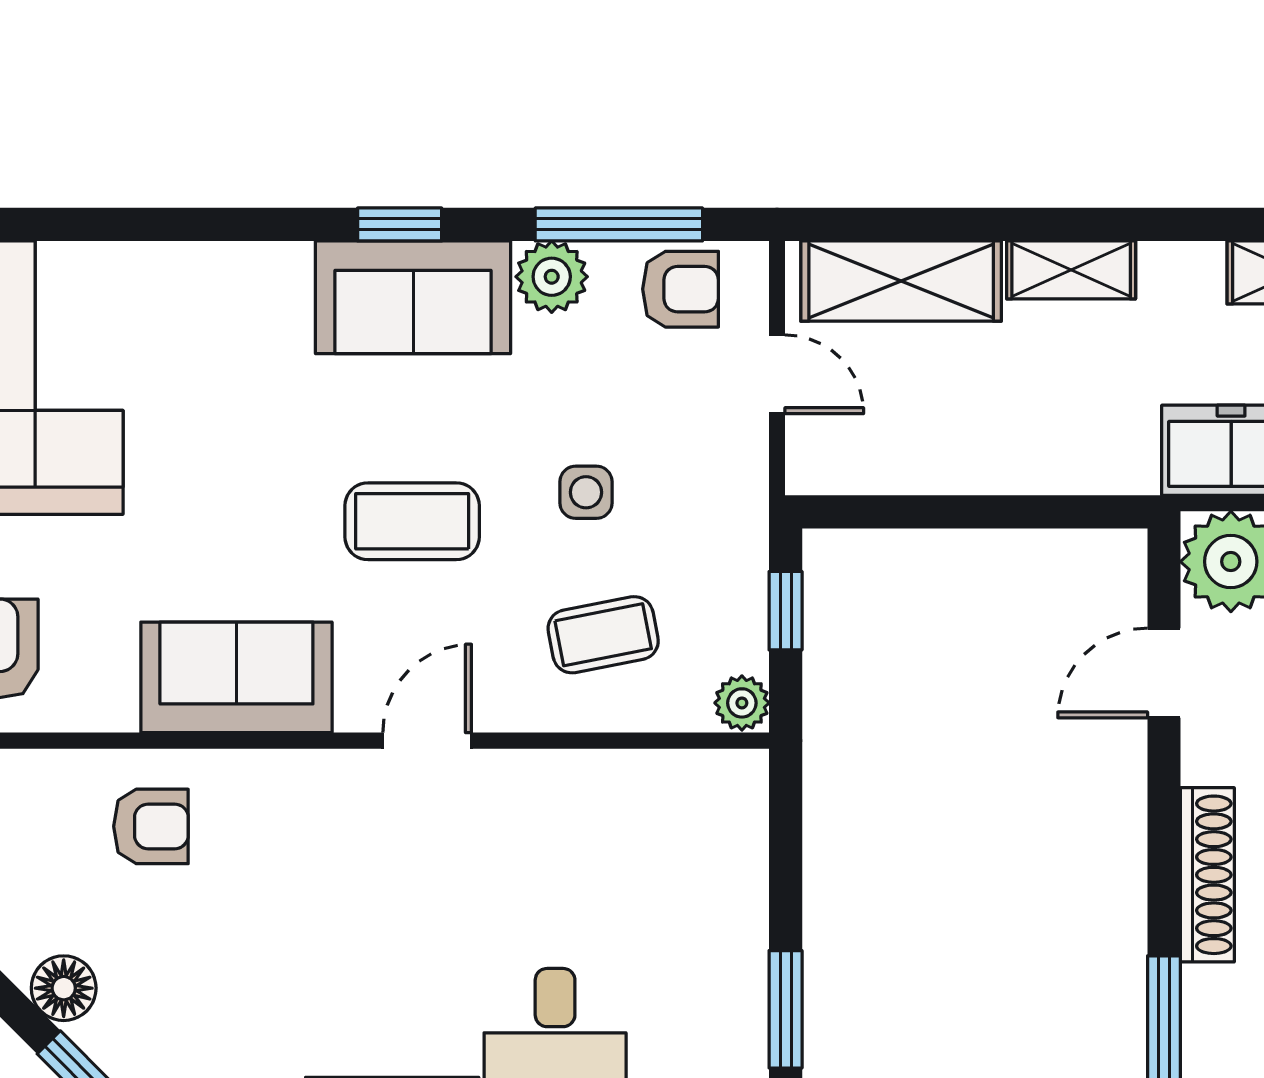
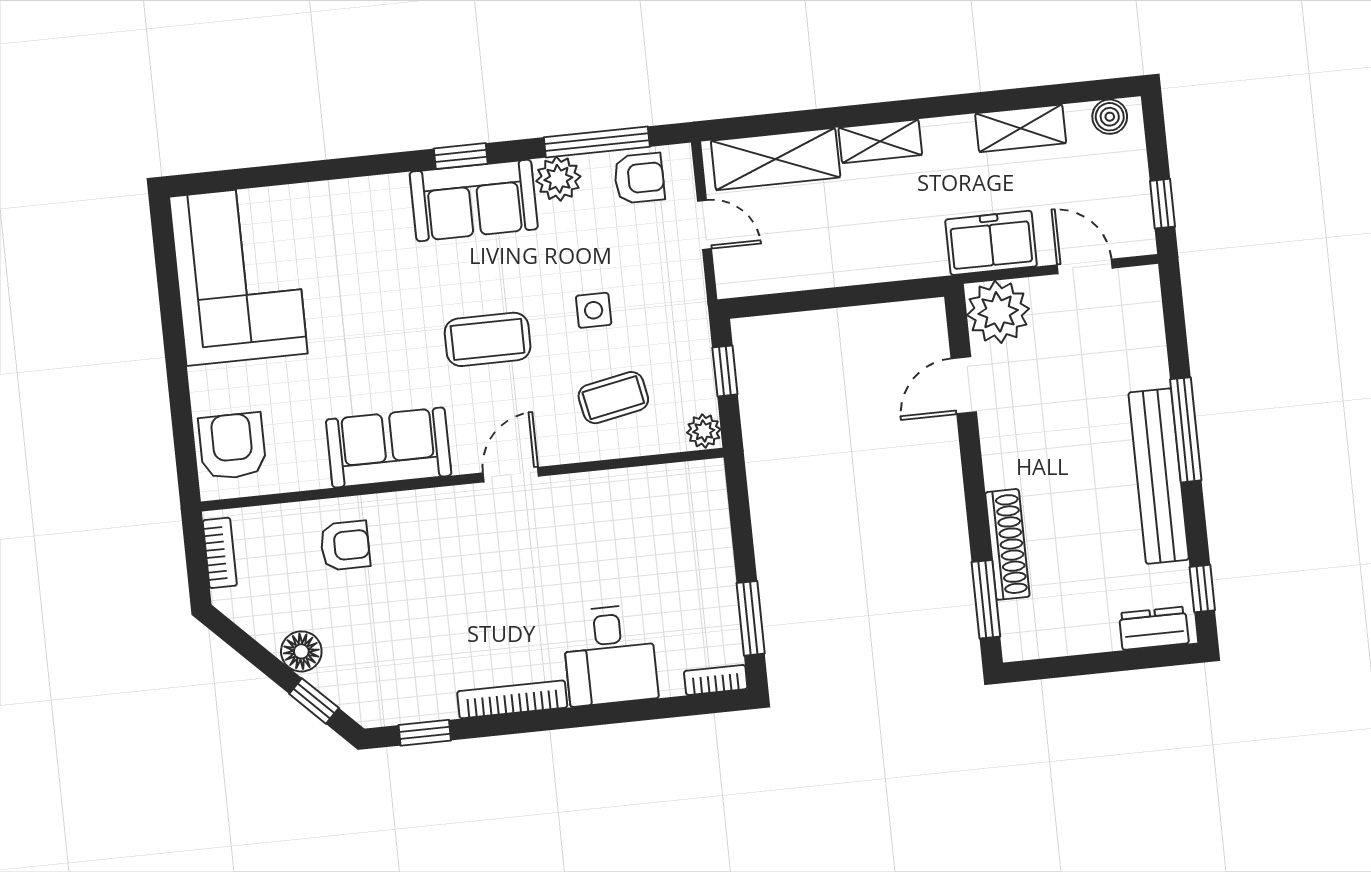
shoe rack: (1207, 875) -> (1007, 544), moved

